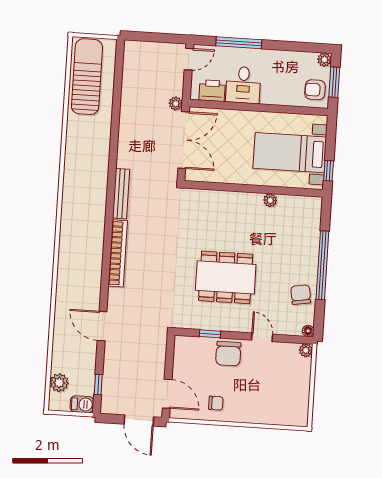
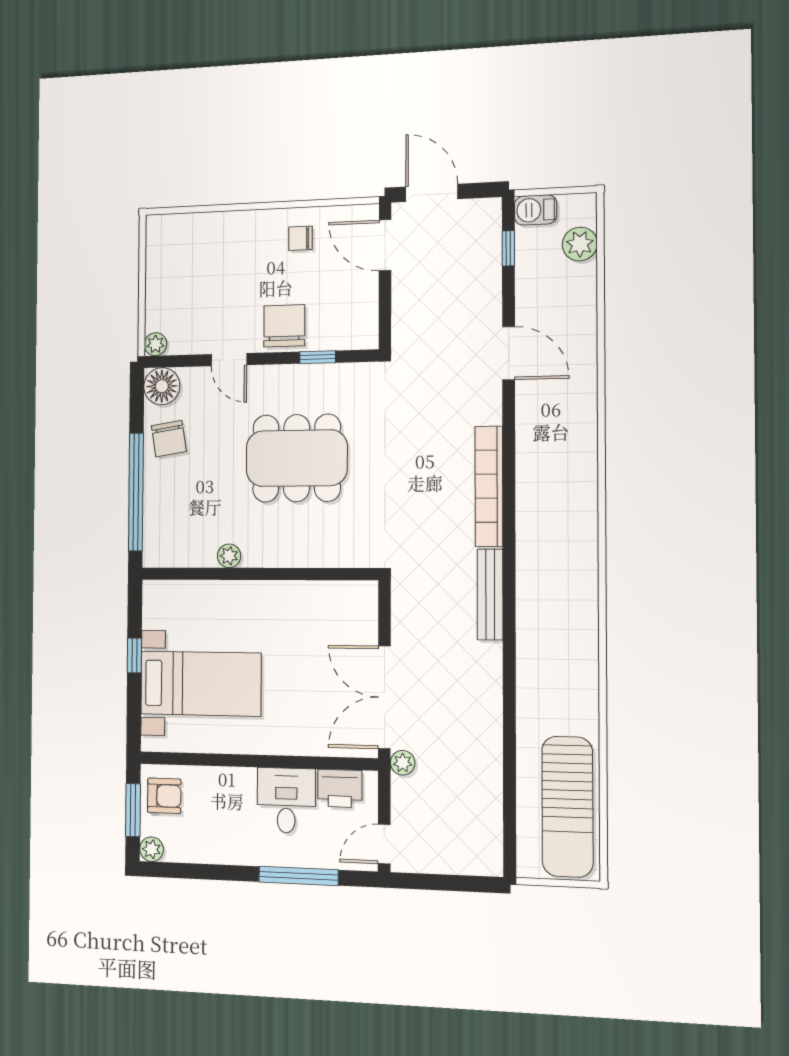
wall: (253, 189) -> (258, 574), moved
plant: (270, 200) -> (229, 556), moved
floor lamp: (308, 331) -> (162, 386), width x1.89, depth x1.89

